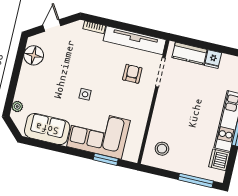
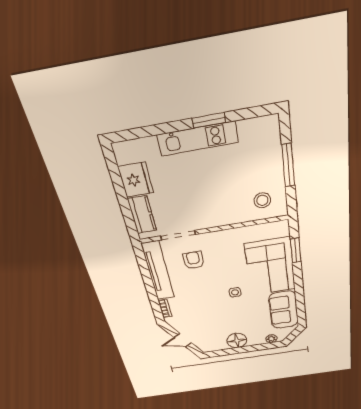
floor lamp: (34, 55) -> (237, 341), moved
fridge: (213, 59) -> (136, 180), width x1.88, depth x1.34
armchair: (132, 74) -> (193, 260), turned 90
dishwasher: (219, 160) -> (251, 130), removed
window: (196, 180) -> (288, 165), moved

